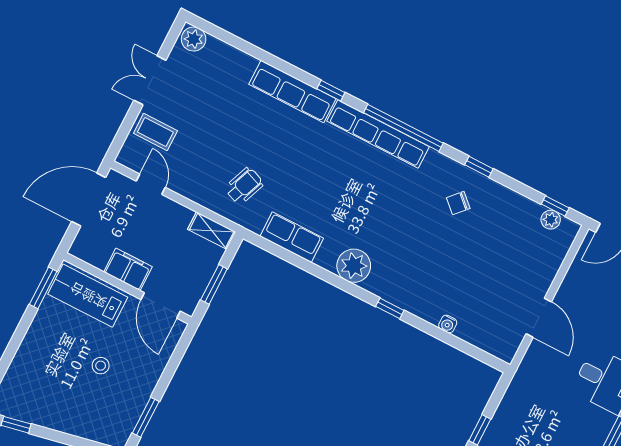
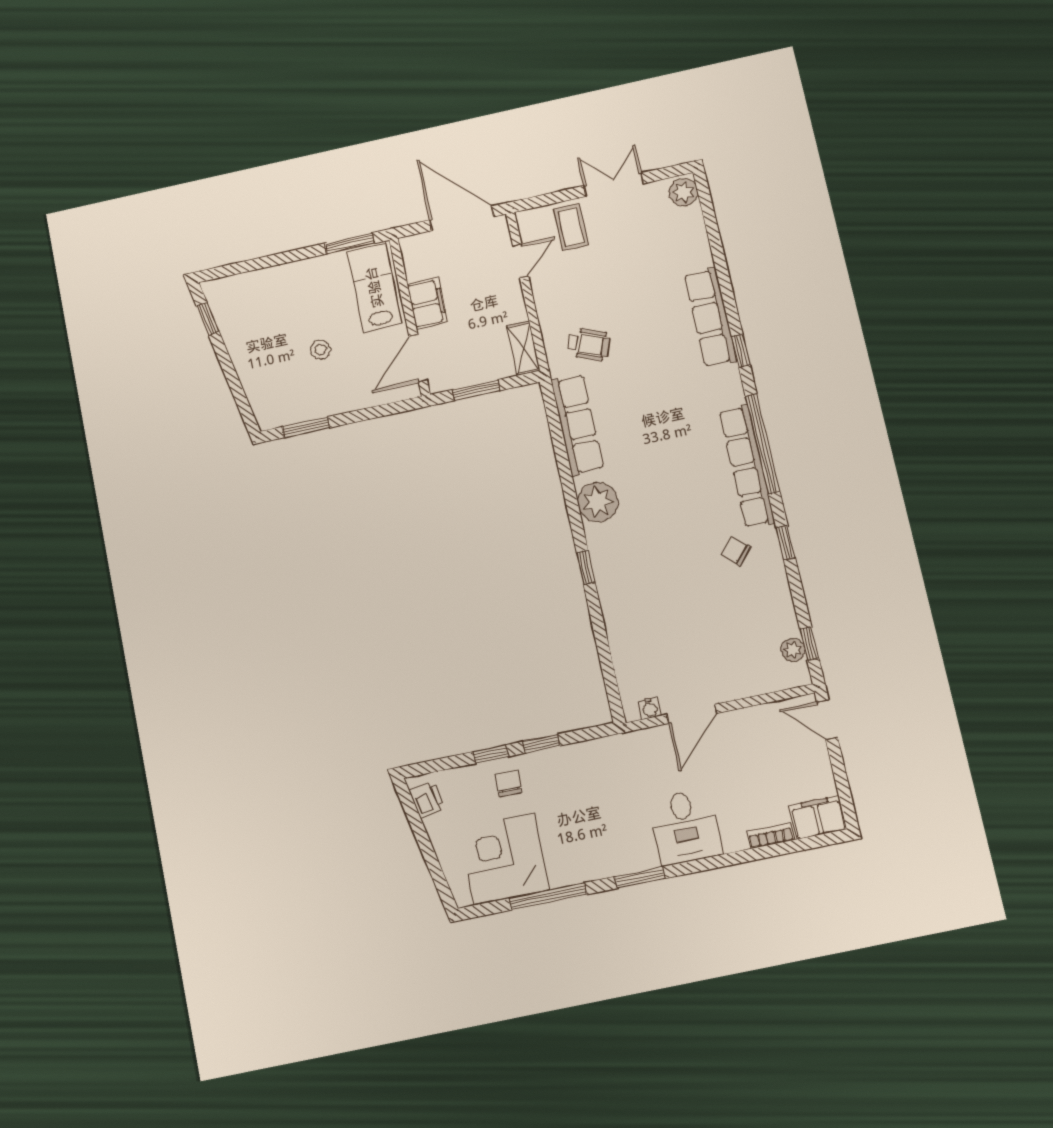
row of seats: (378, 134) -> (747, 466), moved
row of seats: (292, 237) -> (577, 425), width x1.48
water cooler: (448, 324) -> (650, 708), moved, turned -90

